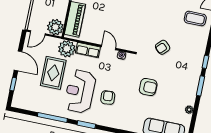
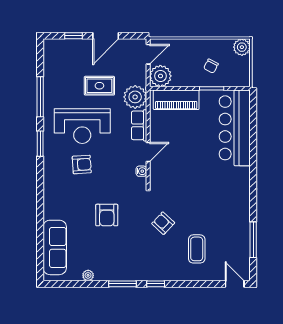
coffee table: (195, 19) -> (197, 249), moved
door: (38, 33) -> (148, 54), swing flipped
rug: (53, 73) -> (99, 86), width x0.73, depth x0.70
reception desk: (80, 91) -> (82, 126), turned 180

